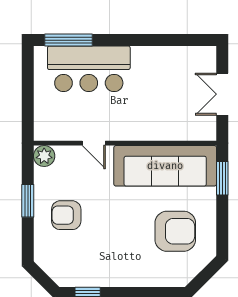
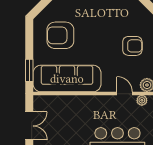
plant: (52, 133) -> (142, 100), added
door: (94, 143) -> (125, 94), moved

